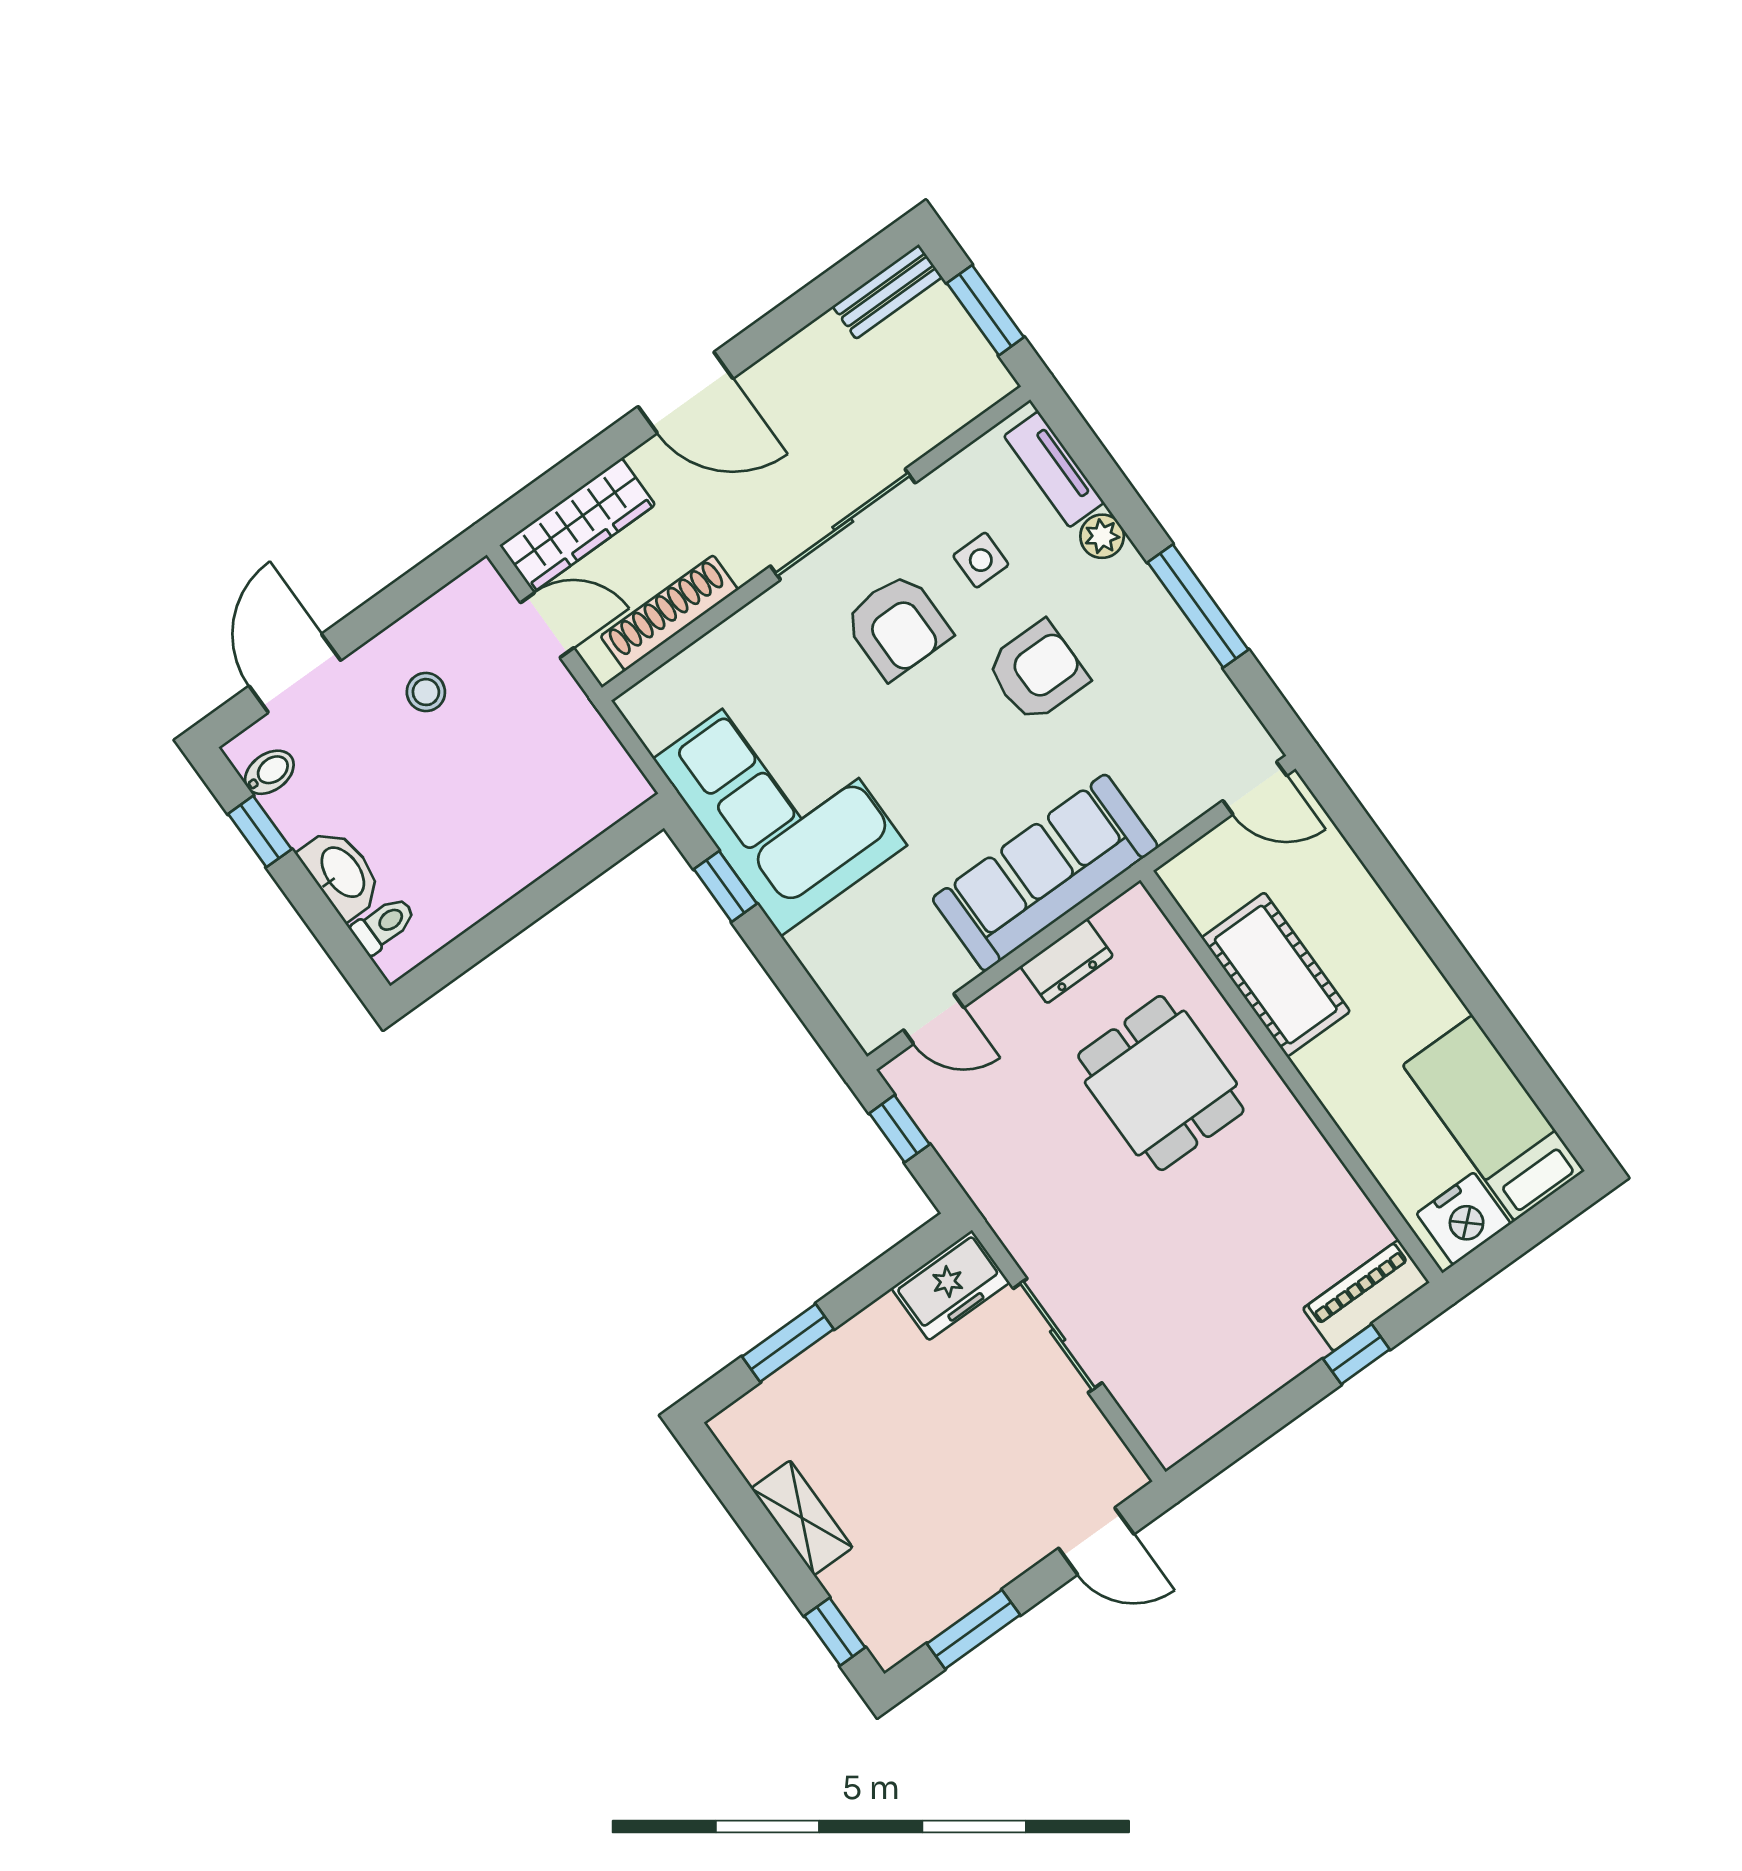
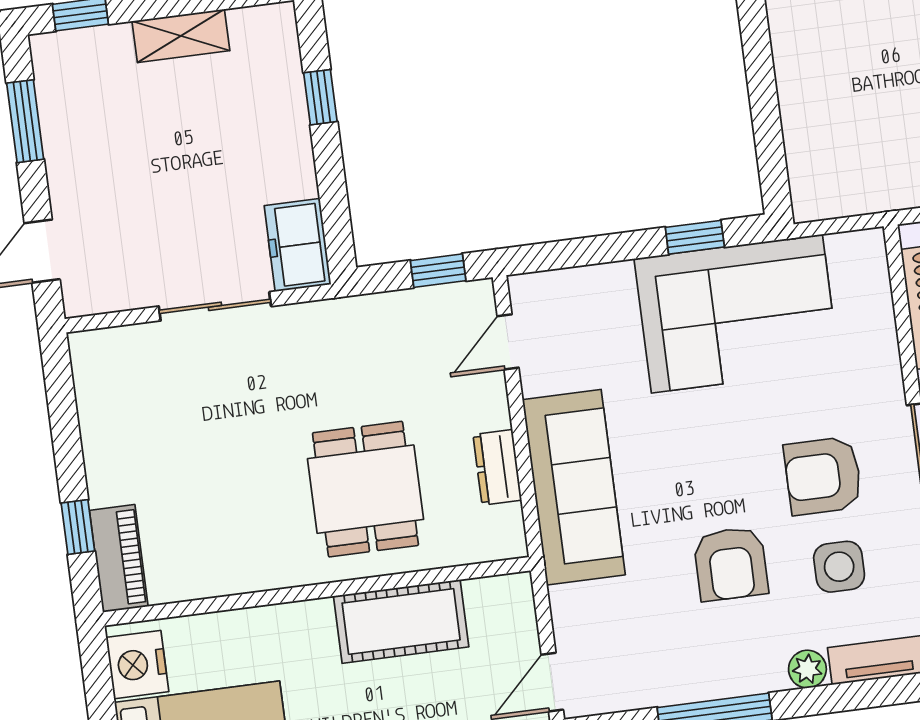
side table: (981, 560) -> (839, 567), width x1.37, depth x1.37
dining table: (1161, 1083) -> (365, 489), turned 90
window: (788, 1343) -> (320, 97), width x0.67

